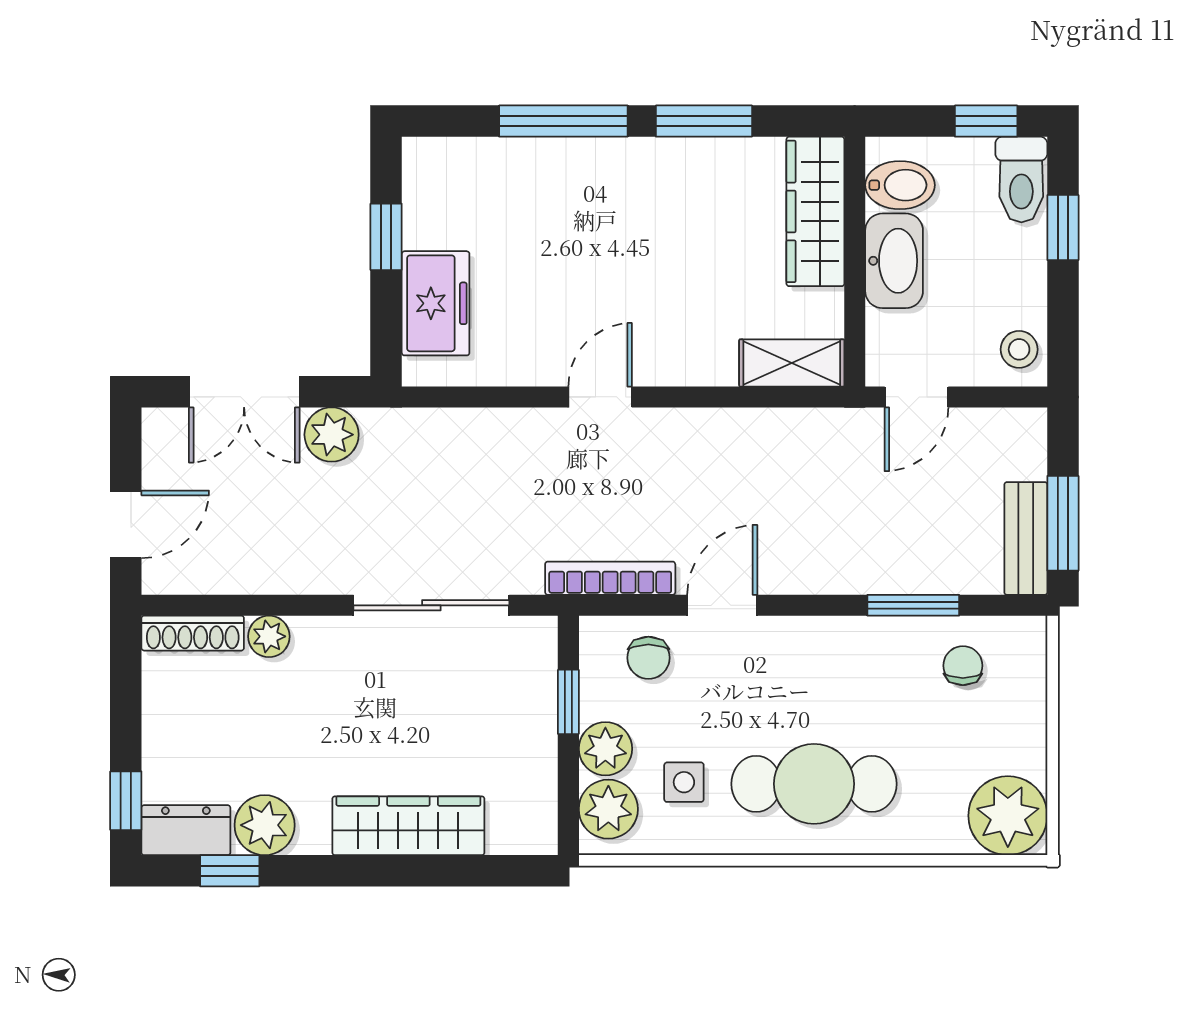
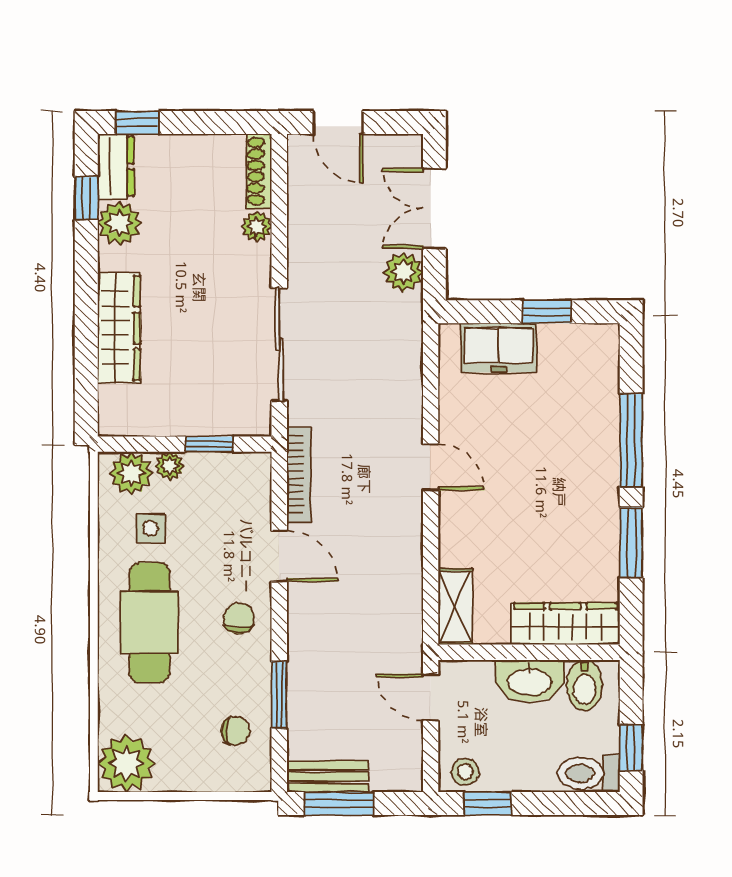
window: (1063, 228) -> (488, 804), moved
chair: (648, 658) -> (239, 618), moved, turned 90
plant: (605, 749) -> (170, 466), width x0.73, depth x0.73

